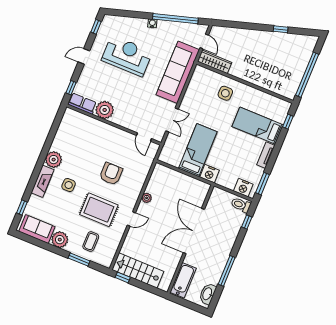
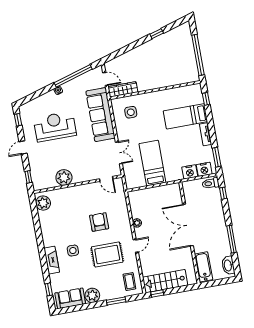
side table: (225, 93) -> (131, 112), moved
row of seats: (82, 104) -> (44, 183), removed
plant: (54, 160) -> (43, 203), moved
nightstand: (210, 174) -> (190, 172), moved
coffee table: (91, 242) -> (129, 282), moved

